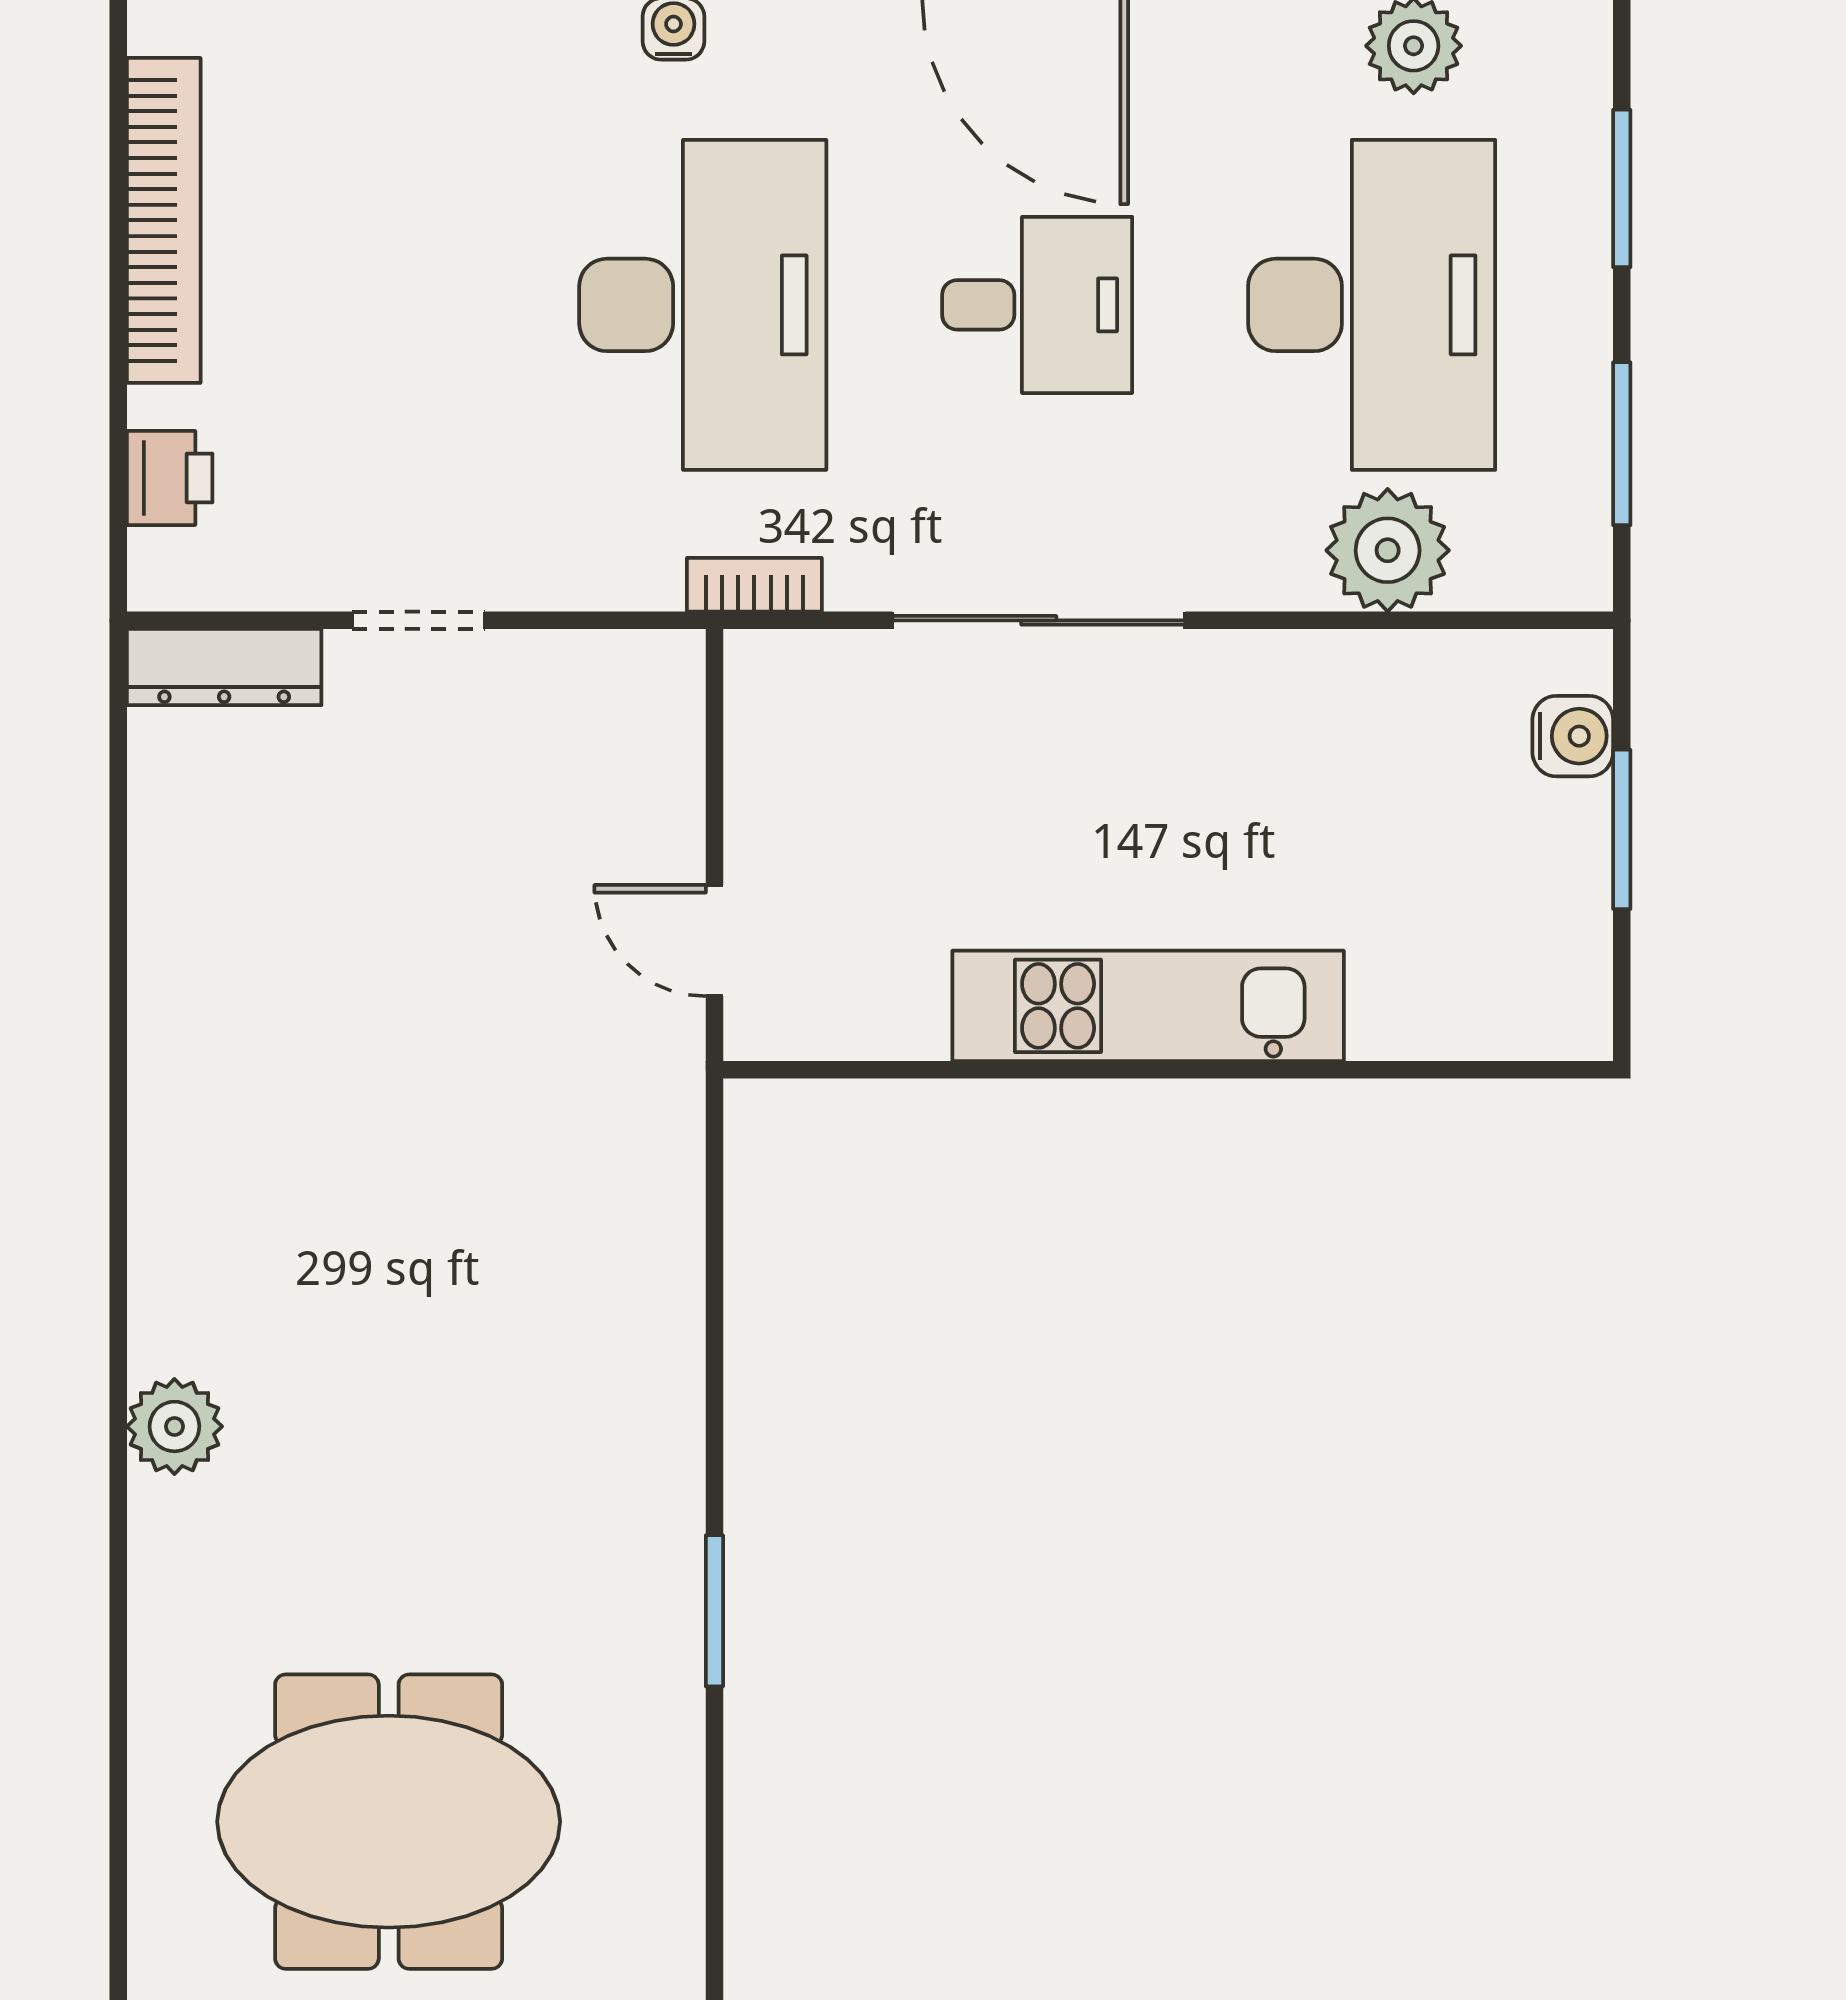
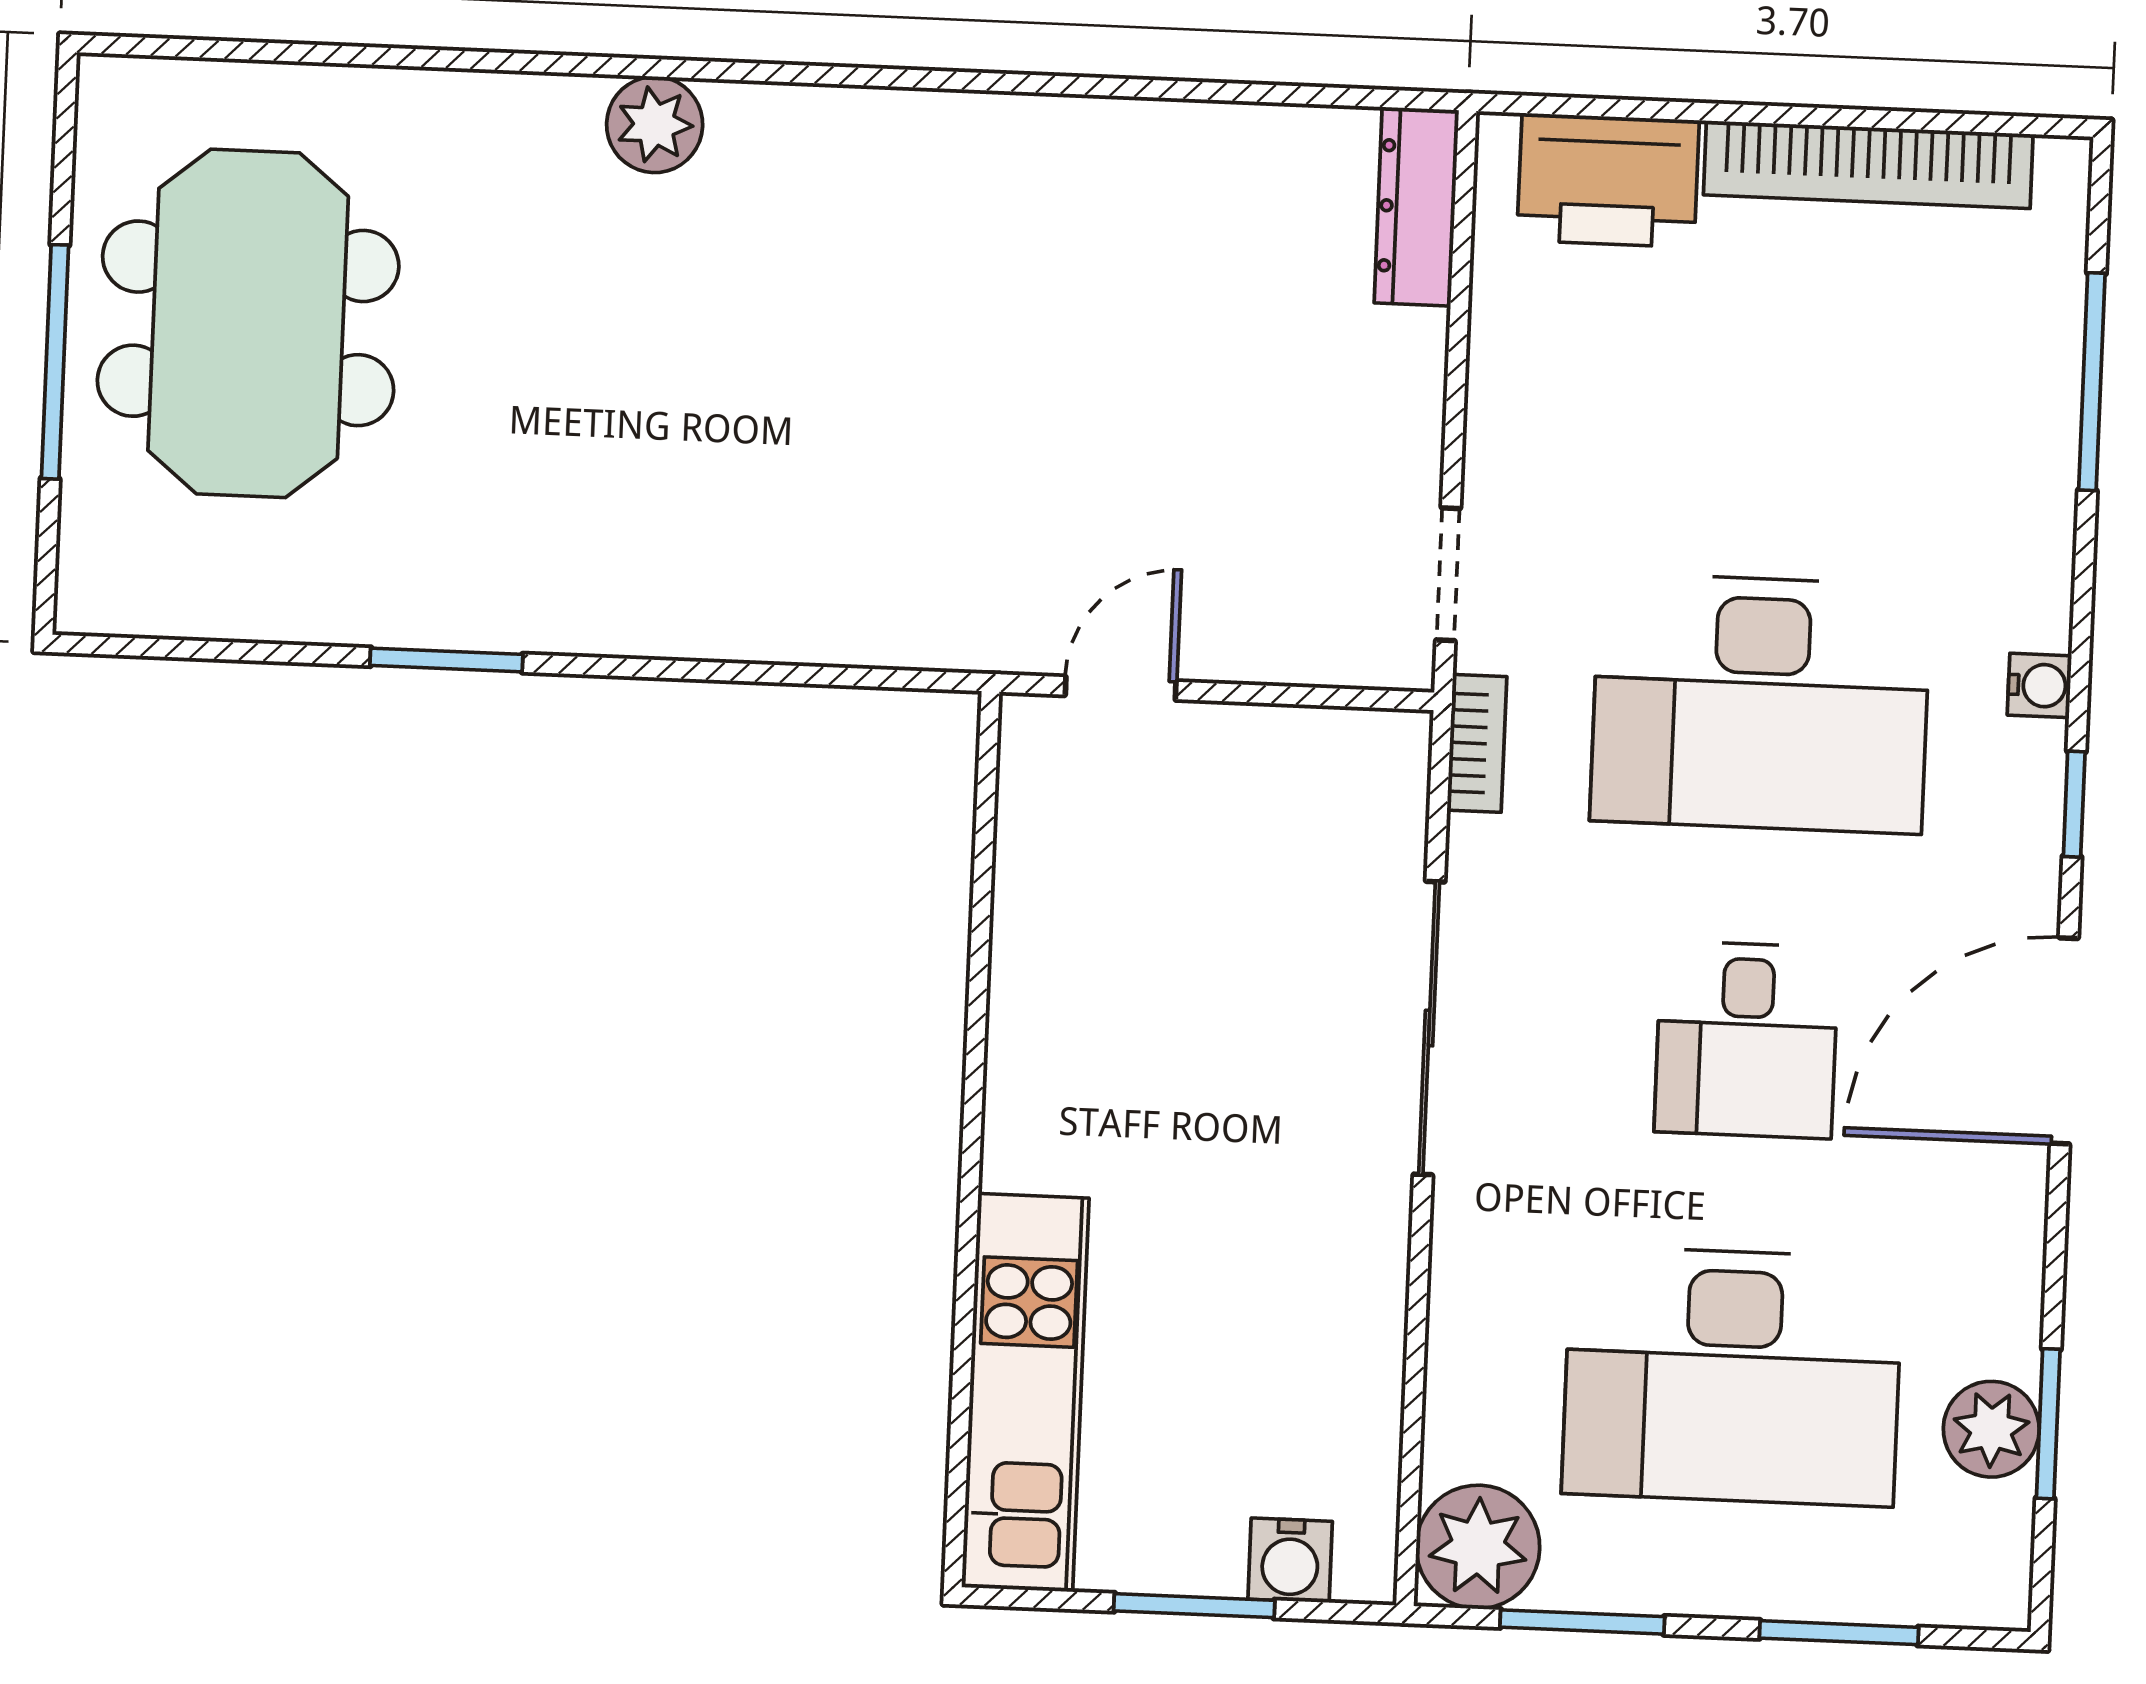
printer: (170, 478) -> (1608, 180), width x1.87, depth x1.48
plant: (1388, 550) -> (1478, 1547), moved
doorway: (419, 620) -> (1448, 574), moved
kitchen unit: (1148, 1006) -> (1025, 1393), moved

